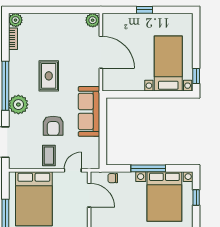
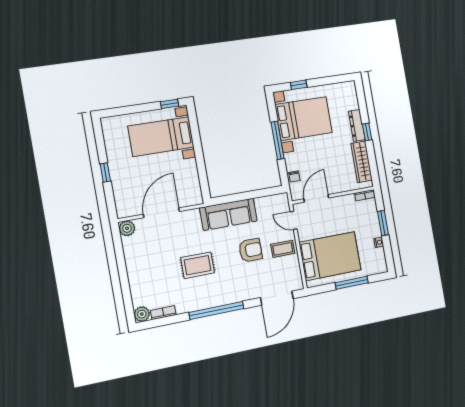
plant: (18, 105) -> (234, 292), removed

